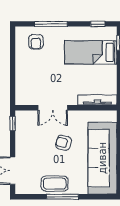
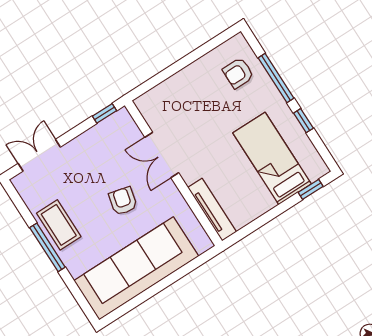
window: (98, 24) -> (303, 121), moved

